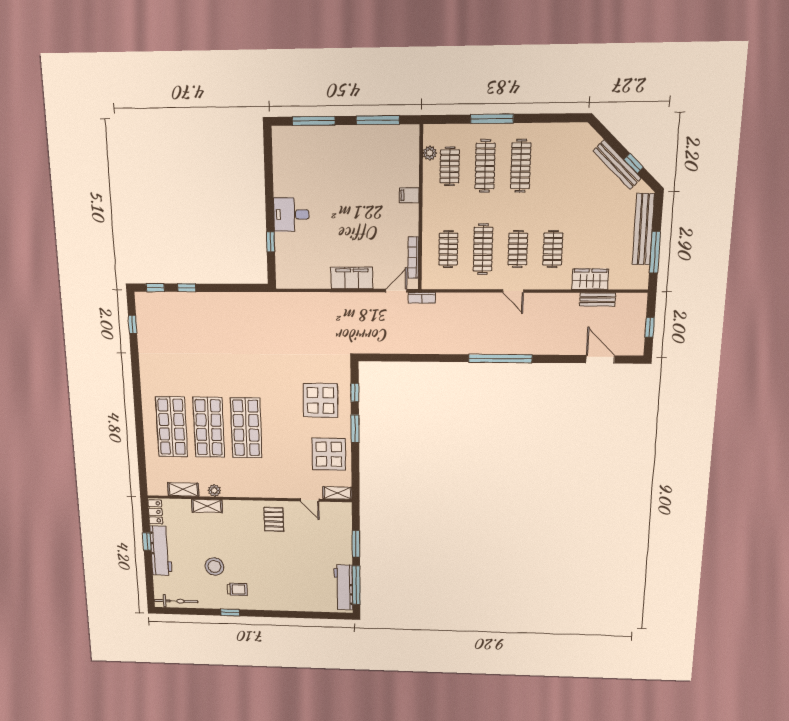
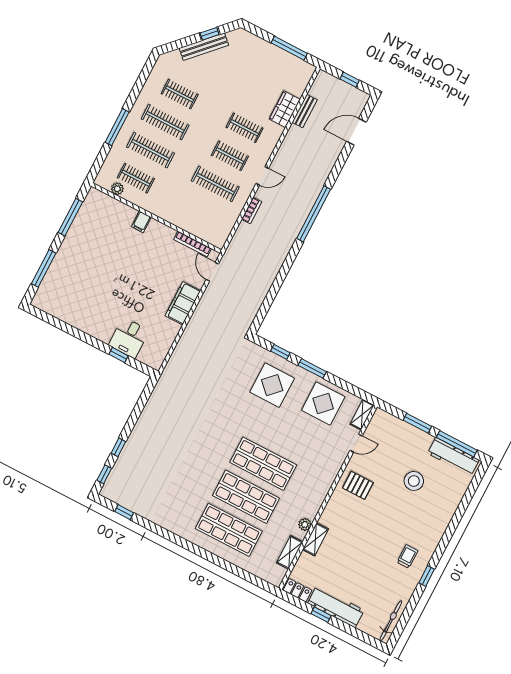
desk: (291, 215) -> (129, 338), moved
bench: (643, 229) -> (266, 49), removed
clothes rail: (448, 249) -> (180, 94), moved
bookcase: (422, 298) -> (252, 211), moved
stool: (214, 566) -> (414, 481), moved

